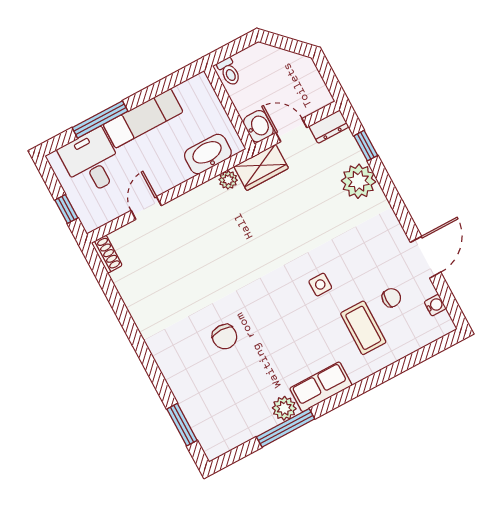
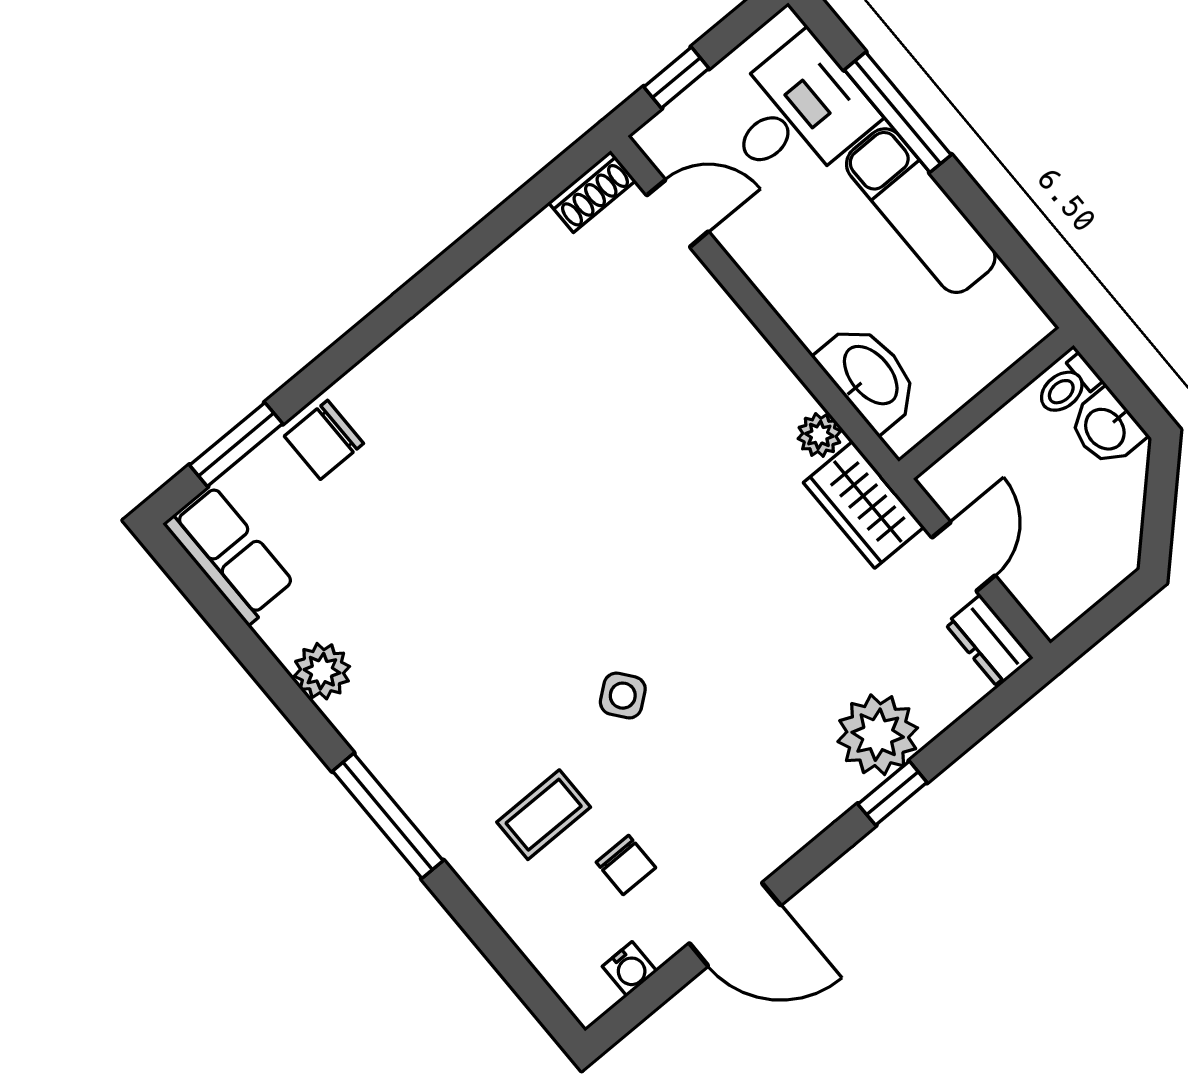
washbasin: (258, 126) -> (1106, 428), moved, turned 90
window: (366, 146) -> (892, 793), moved
door: (146, 208) -> (678, 213), moved
side table: (320, 285) -> (623, 696), turned -38
coffee table: (363, 328) -> (544, 815), width x0.73, depth x0.77
chair: (225, 337) -> (324, 440), moved
row of seats: (321, 387) -> (230, 555), moved
window: (286, 428) -> (388, 816), moved

